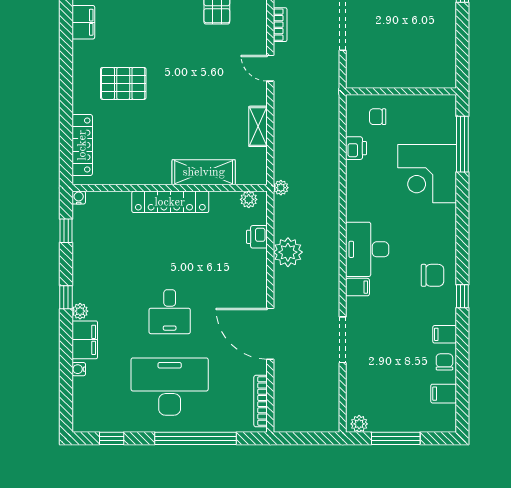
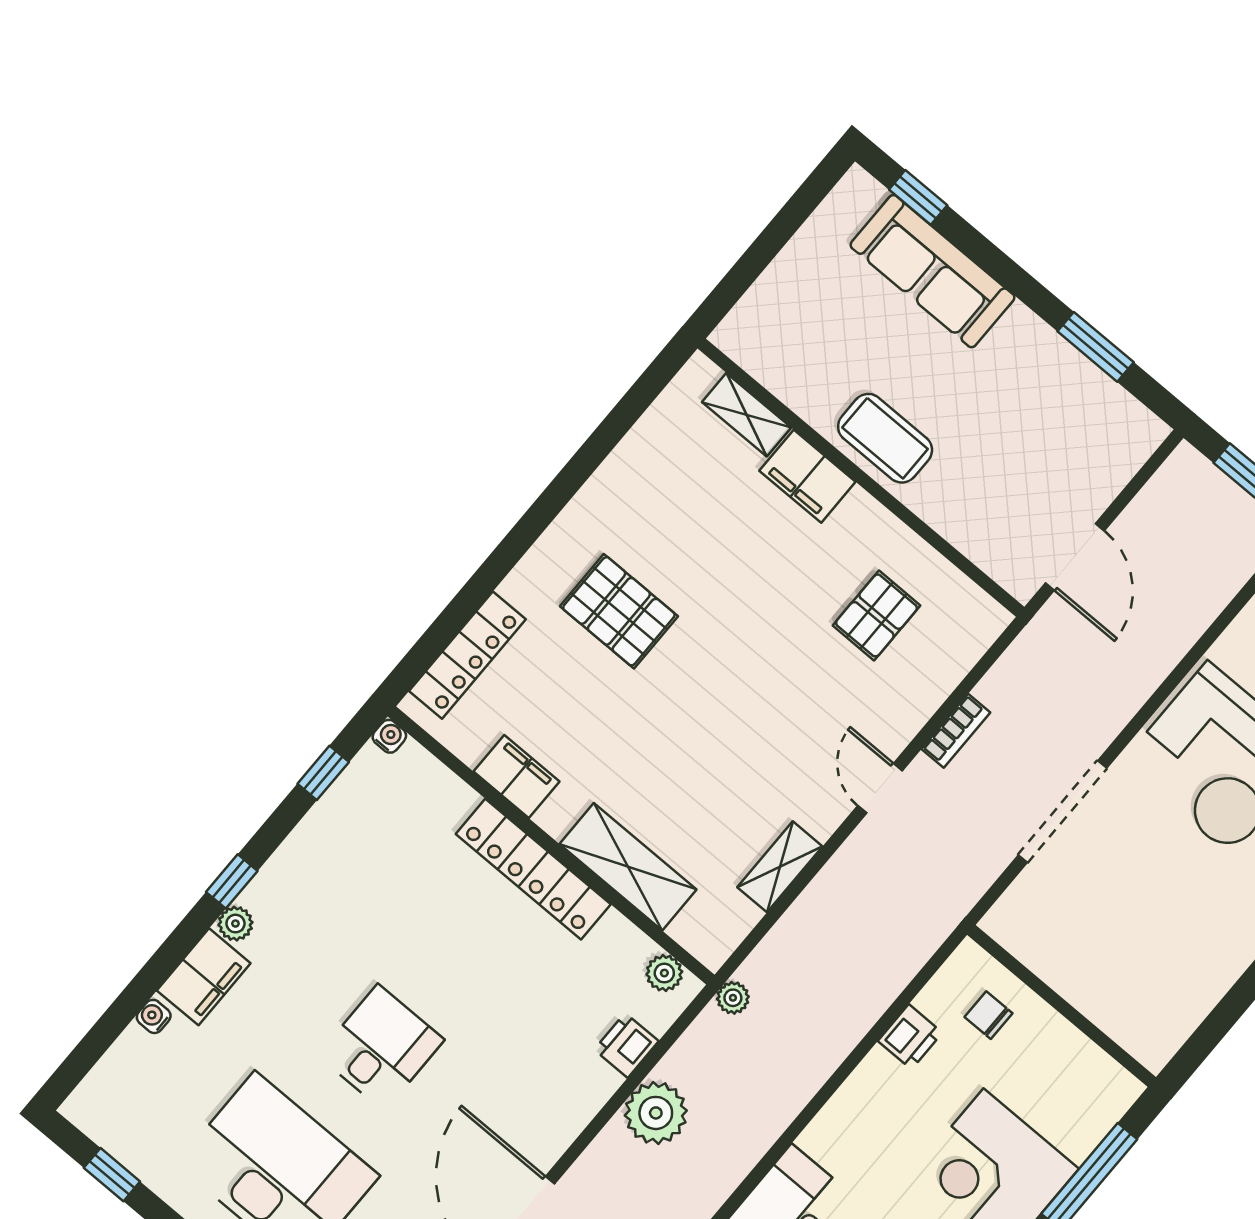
filing cabinet: (83, 22) -> (517, 777), moved, turned -90
desk: (170, 312) -> (381, 1048), turned 180

